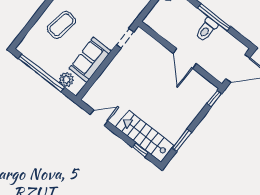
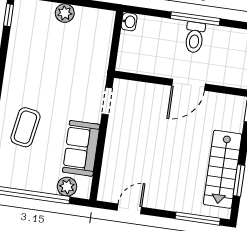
door: (185, 58) -> (188, 85), hinge flipped
stairs: (145, 136) -> (223, 169), moved, turned -90
window: (140, 150) -> (198, 219), width x2.17

